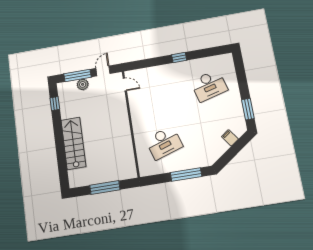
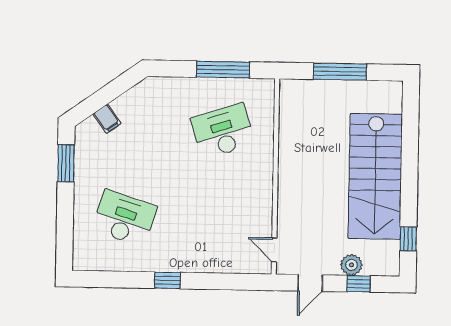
window: (77, 75) -> (359, 284), width x0.46
desk: (209, 86) -> (124, 218), turned 33
stairs: (73, 143) -> (375, 176), width x1.36, depth x1.51
window: (186, 175) -> (223, 70), moved

